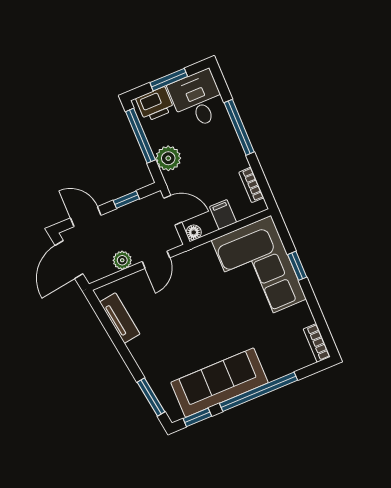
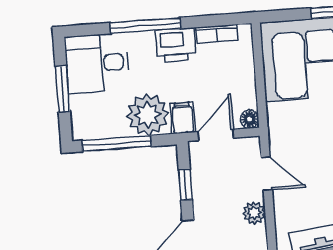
printer: (155, 104) -> (176, 45), moved, turned 90
plant: (168, 158) -> (148, 115), width x1.36, depth x1.36
filing cabinet: (223, 214) -> (183, 118), moved, turned 90

